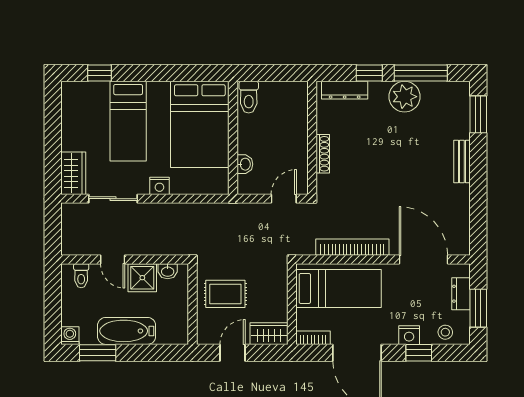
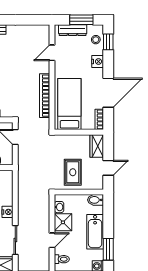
door: (423, 259) -> (52, 53), width x0.53
dresser: (461, 294) -> (73, 30), width x1.44
bidet: (179, 332) -> (95, 200), added
door: (233, 353) -> (108, 168), swing flipped
window: (419, 353) -> (108, 42), moved

